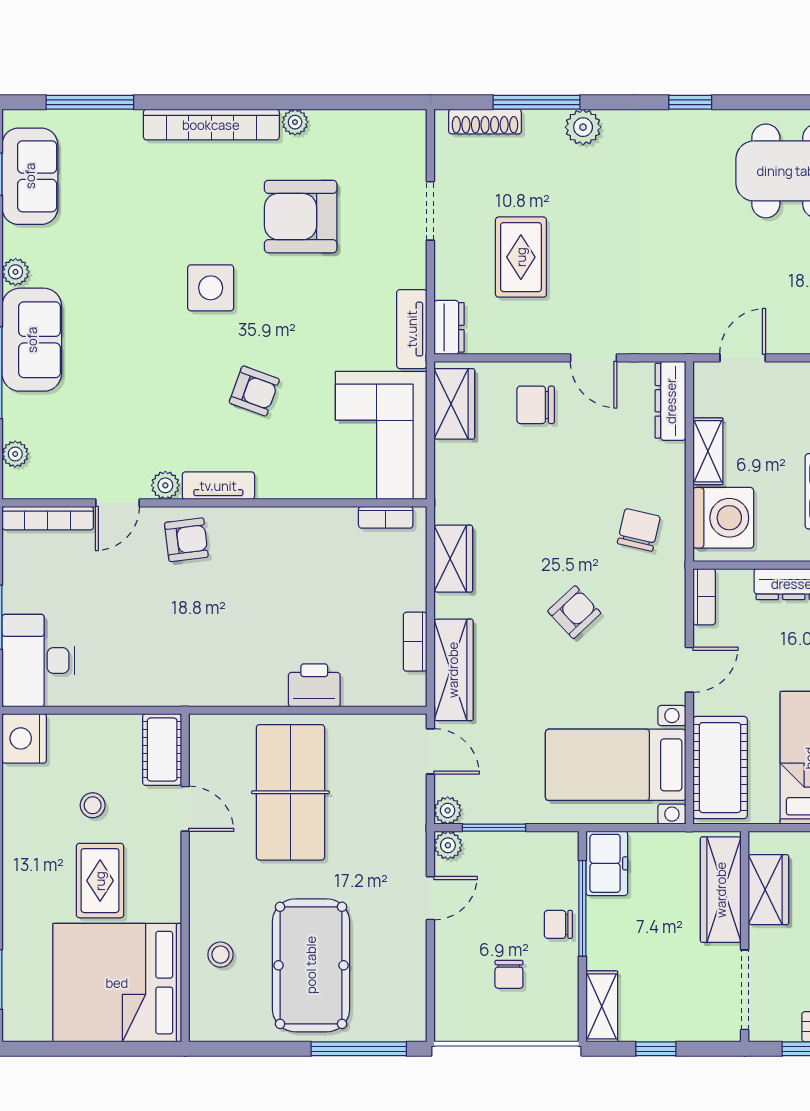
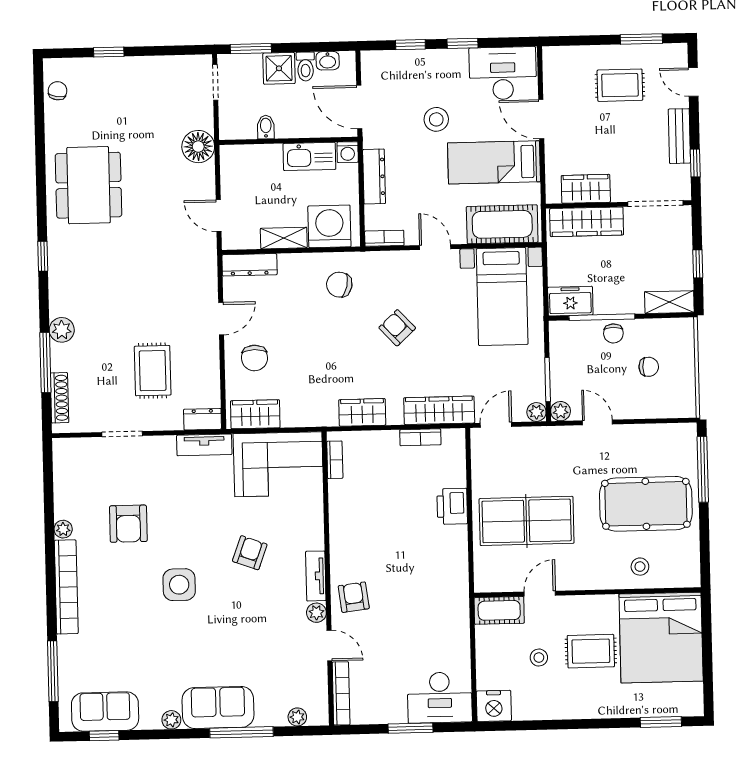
armchair: (301, 217) -> (128, 524), width x0.73, depth x0.73
rug: (521, 257) -> (153, 371), turned 90

